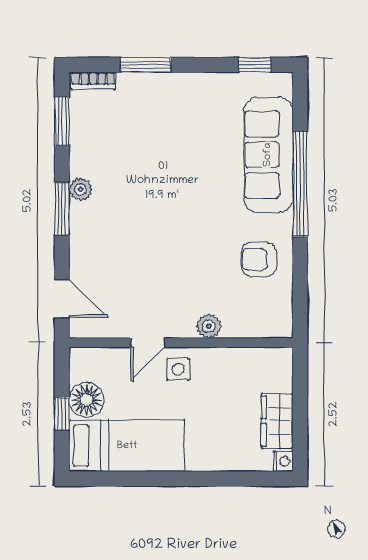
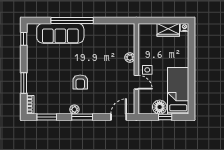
armchair: (259, 259) -> (80, 82), moved

